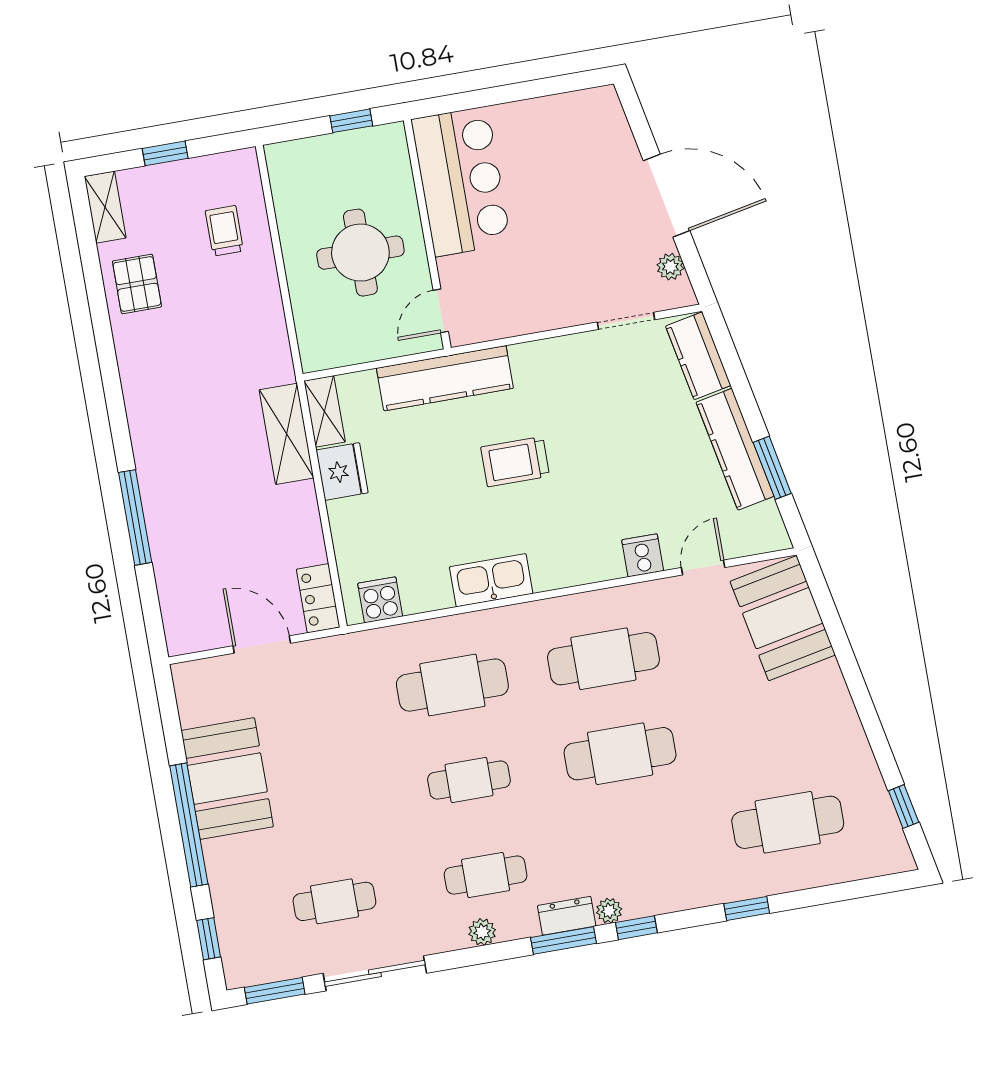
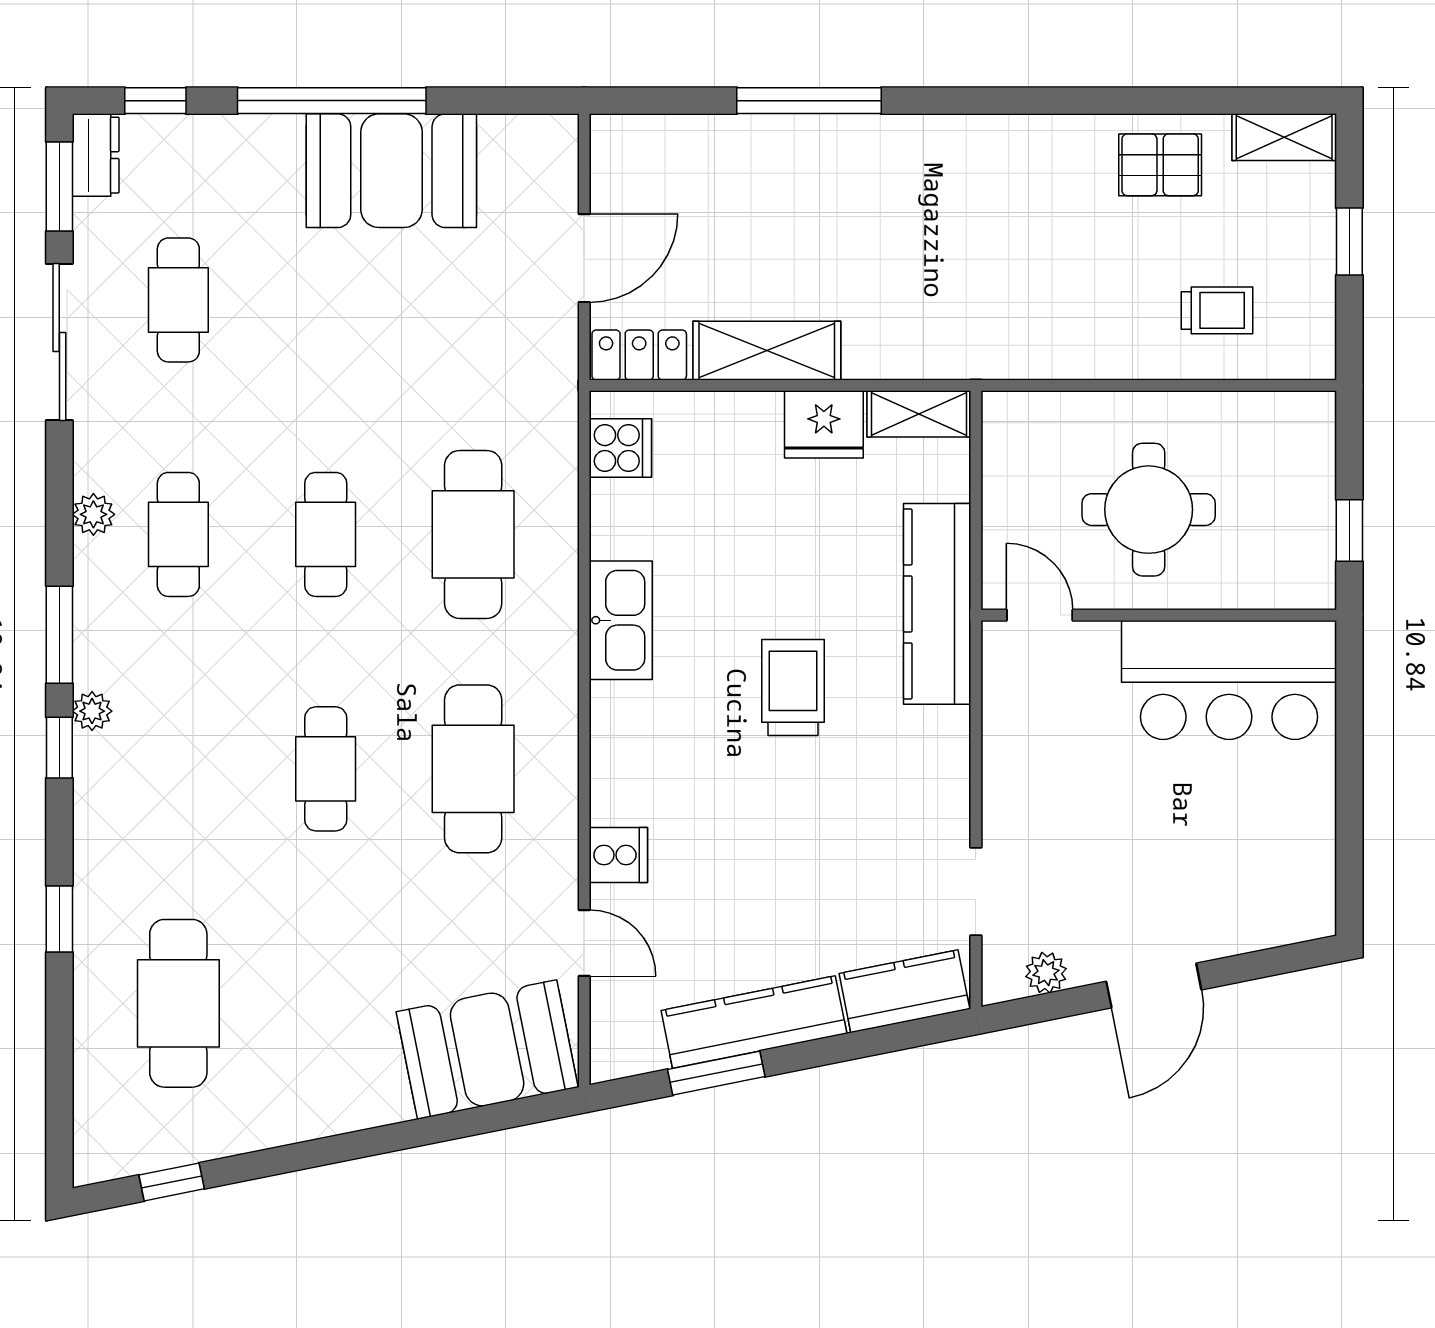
door: (667, 196) -> (1154, 986), width x0.73
shelving: (286, 434) -> (767, 351), moved
cafe table: (620, 754) -> (326, 769), width x0.73, depth x0.74
dresser: (567, 916) -> (96, 155), moved

